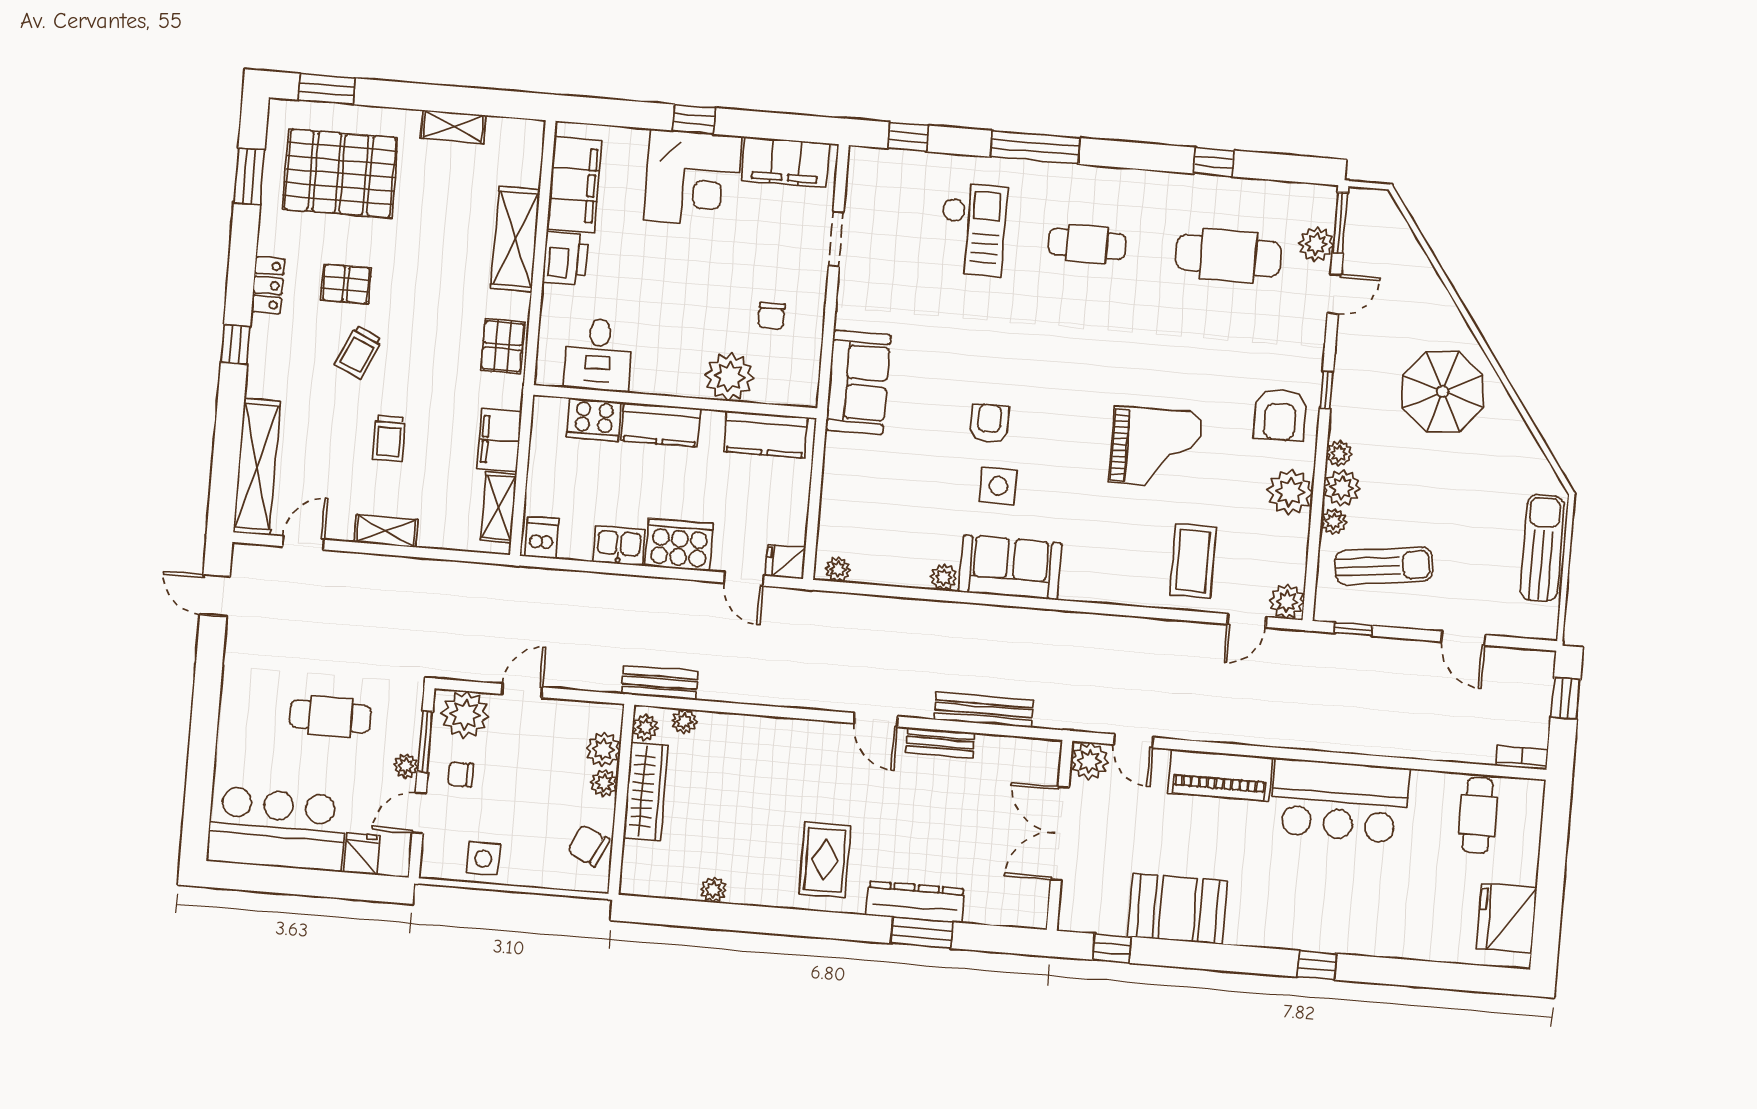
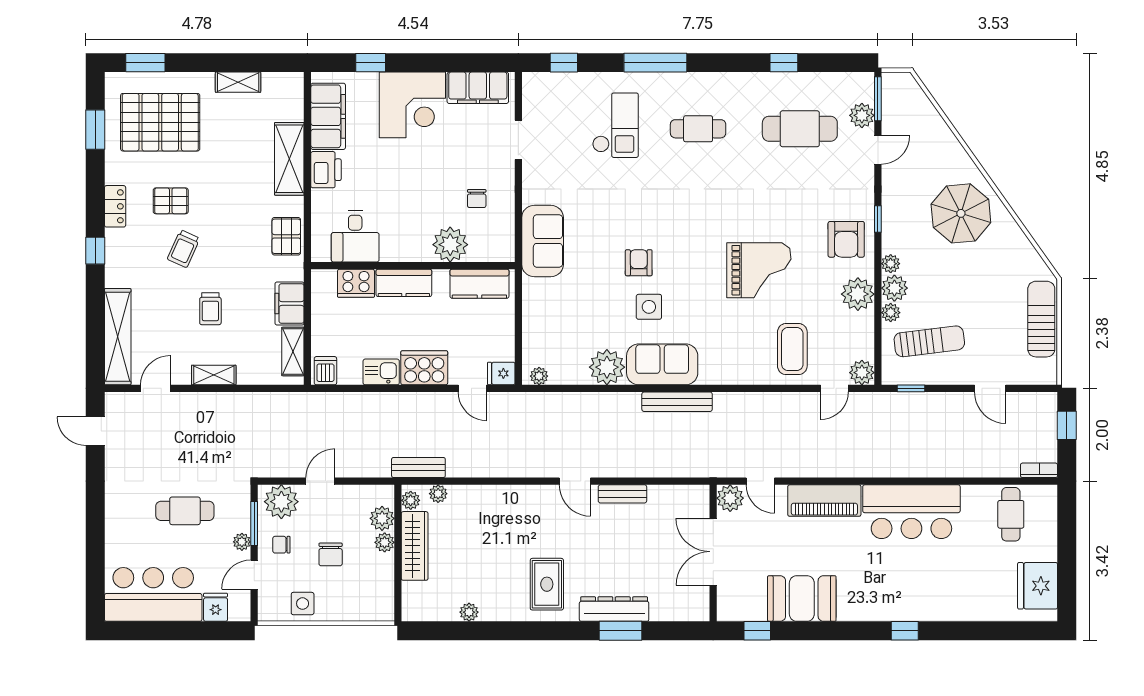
window: (694, 119) -> (371, 63), moved
plant: (944, 577) -> (607, 367), width x1.87, depth x1.87
bench: (984, 710) -> (677, 402), moved
chair: (588, 846) -> (331, 554), moved, turned -114

